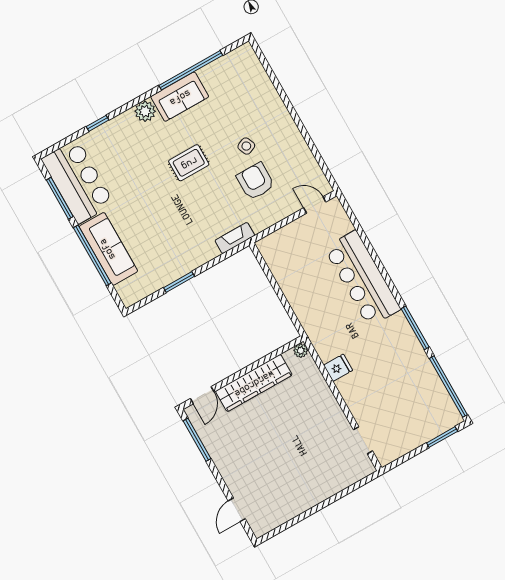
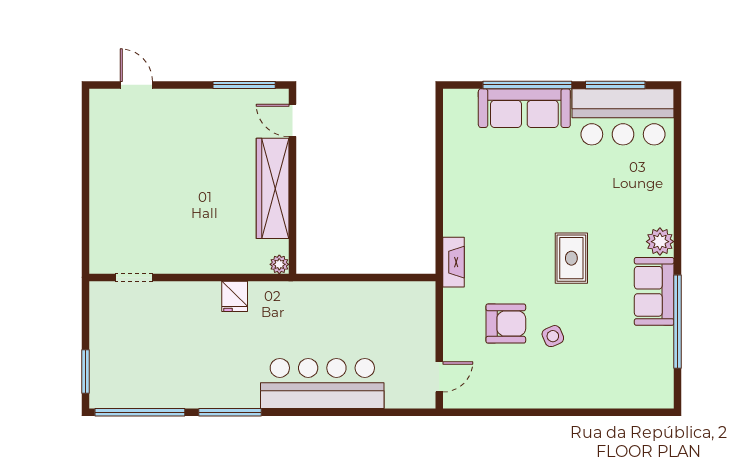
window: (98, 123) -> (677, 178), removed
window: (179, 282) -> (439, 168), removed

